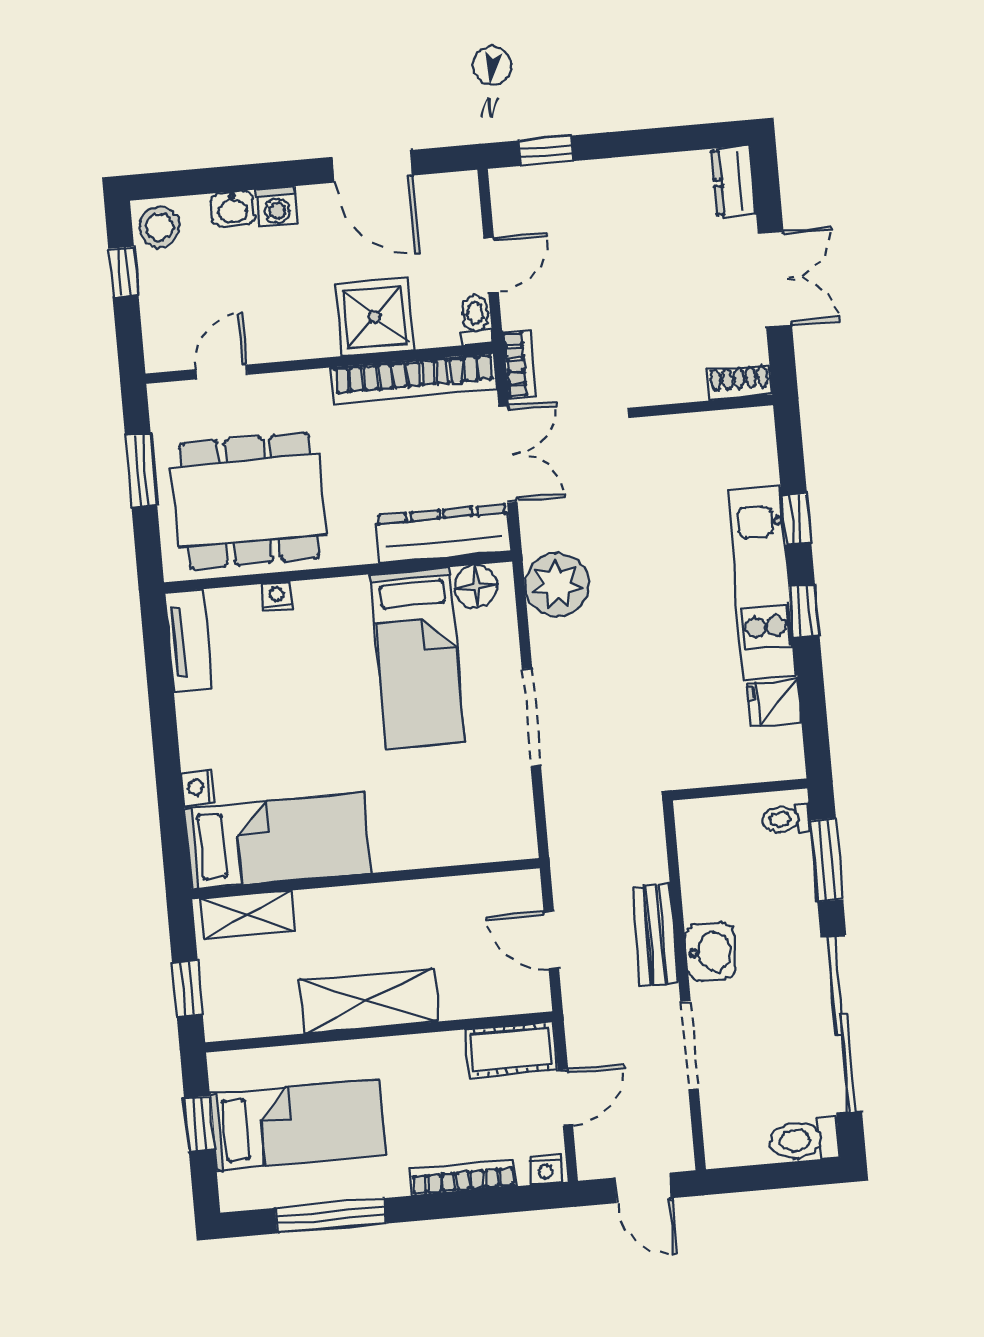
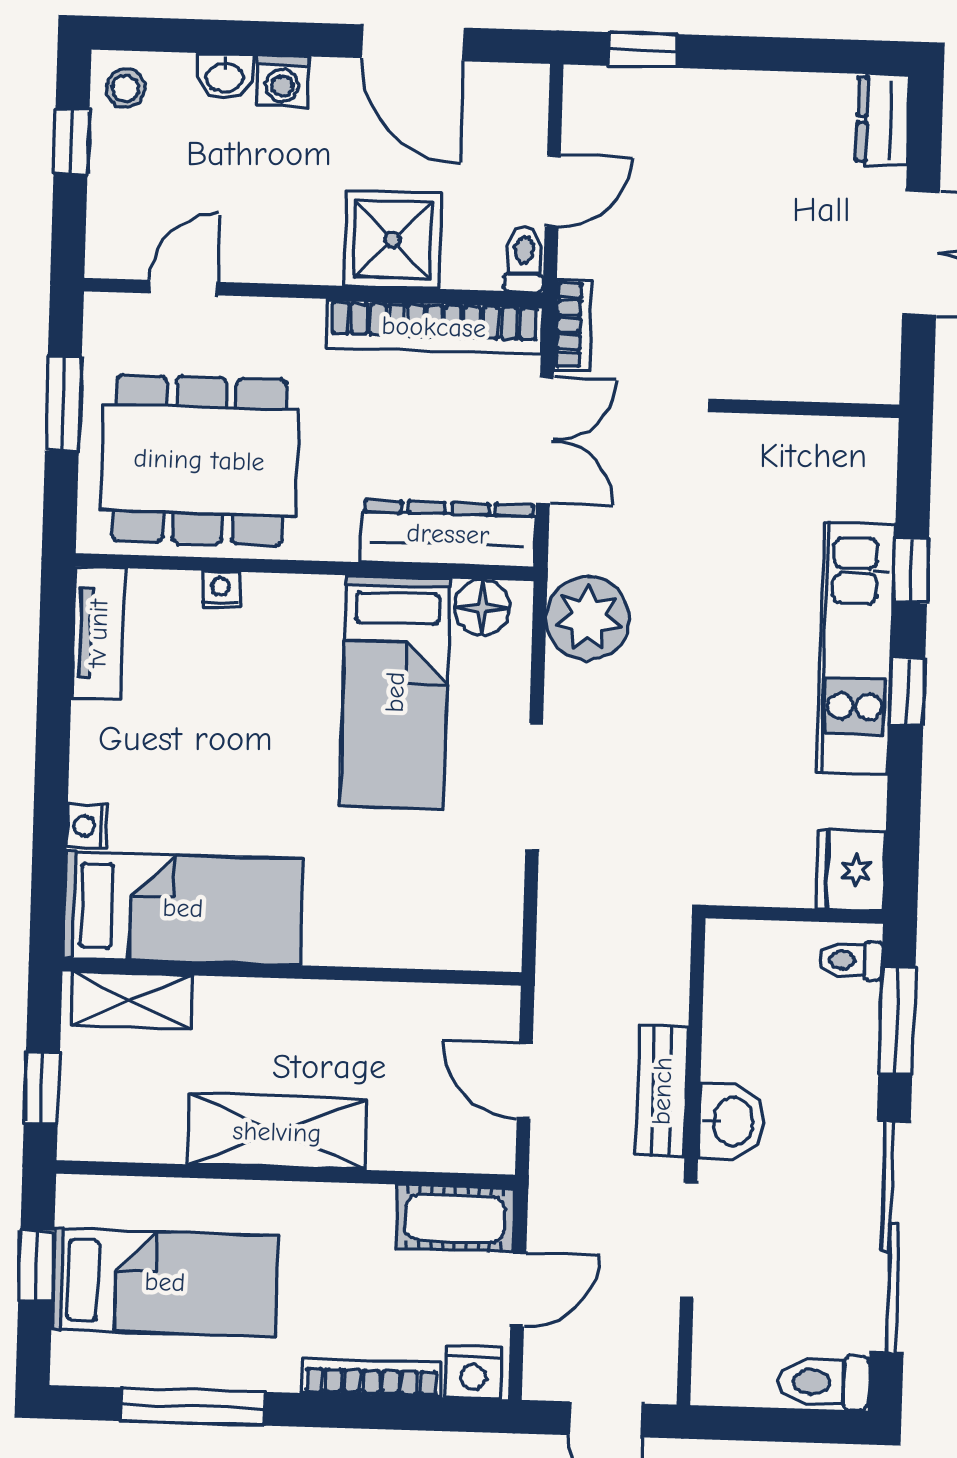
stool: (159, 227) -> (126, 88), width x0.73, depth x0.73
shoe rack: (739, 382) -> (858, 383), removed
fridge: (774, 703) -> (851, 870), moved, width x1.38
nightstand: (545, 1169) -> (473, 1373), width x1.39, depth x1.35

